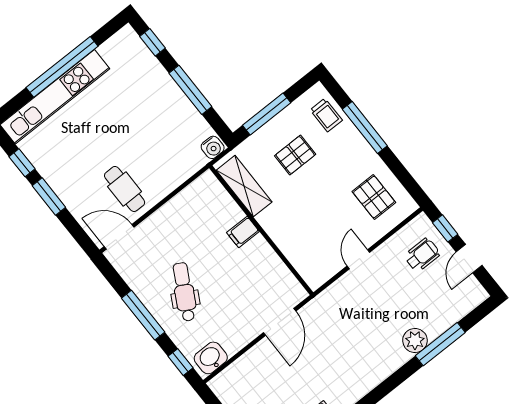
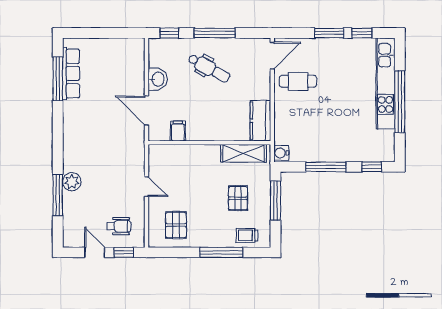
kitchen counter: (196, 195) -> (260, 121), added
pallet: (374, 197) -> (176, 225), turned 90
filing cabinet: (243, 232) -> (178, 131), moved
wheelchair: (422, 255) -> (119, 226), turned -90
washbasin: (211, 358) -> (158, 79), moved

